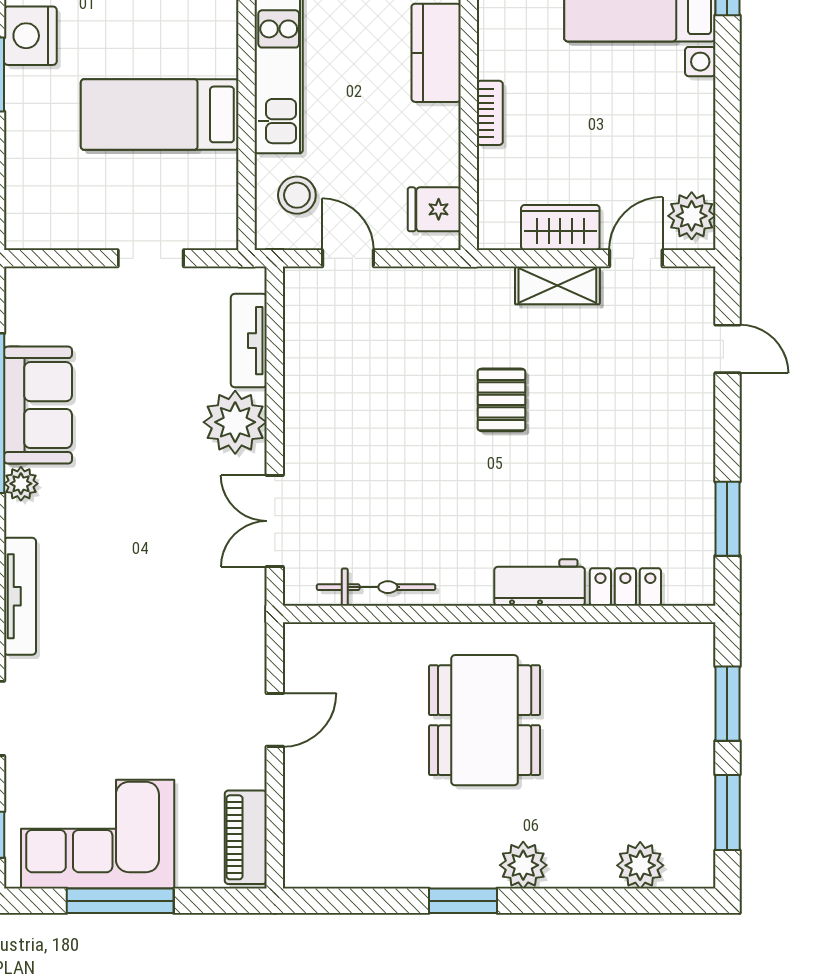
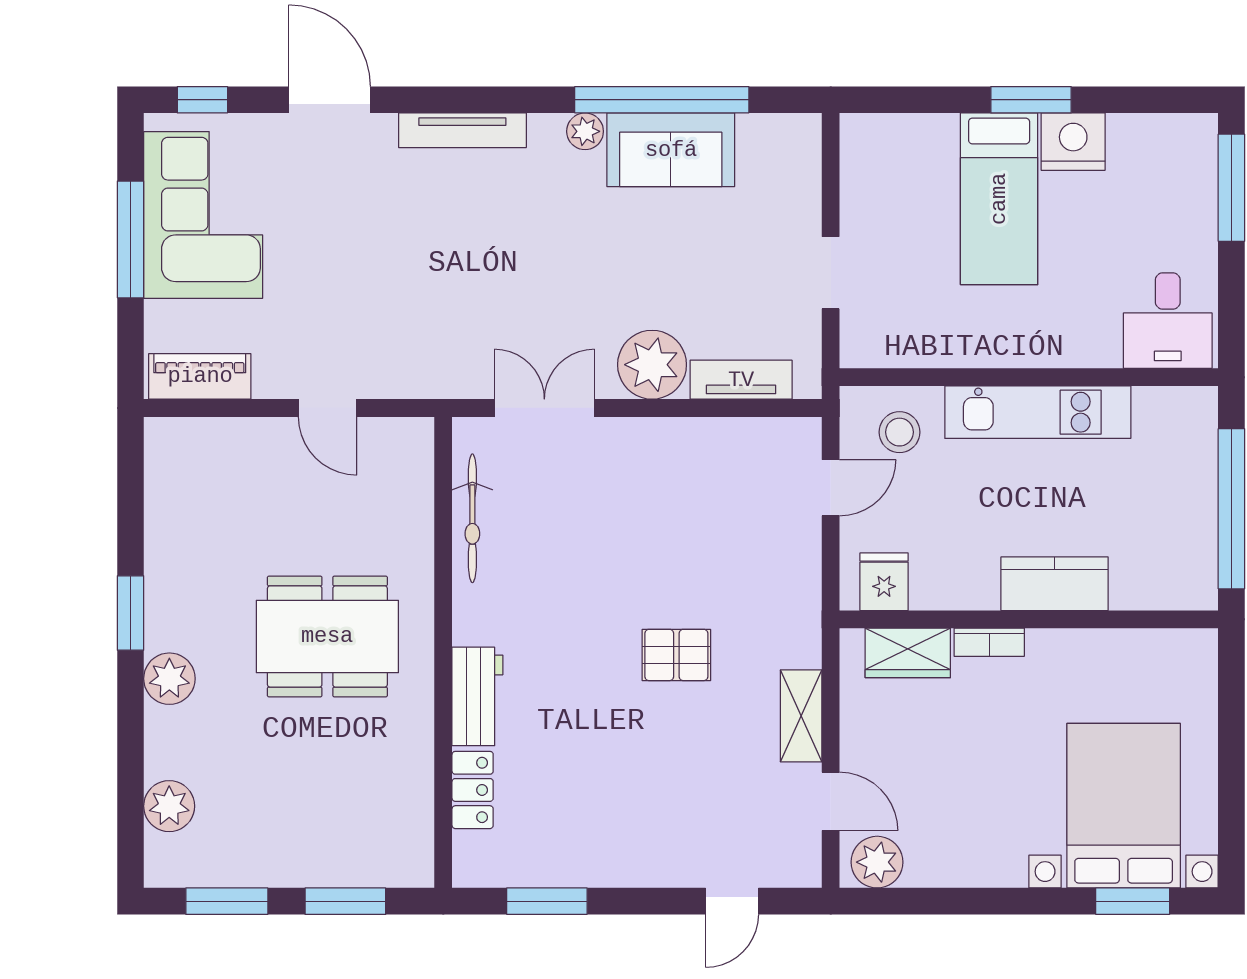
bed: (160, 114) -> (999, 199), moved, turned 180
wardrobe: (560, 228) -> (908, 653), moved, turned 90

